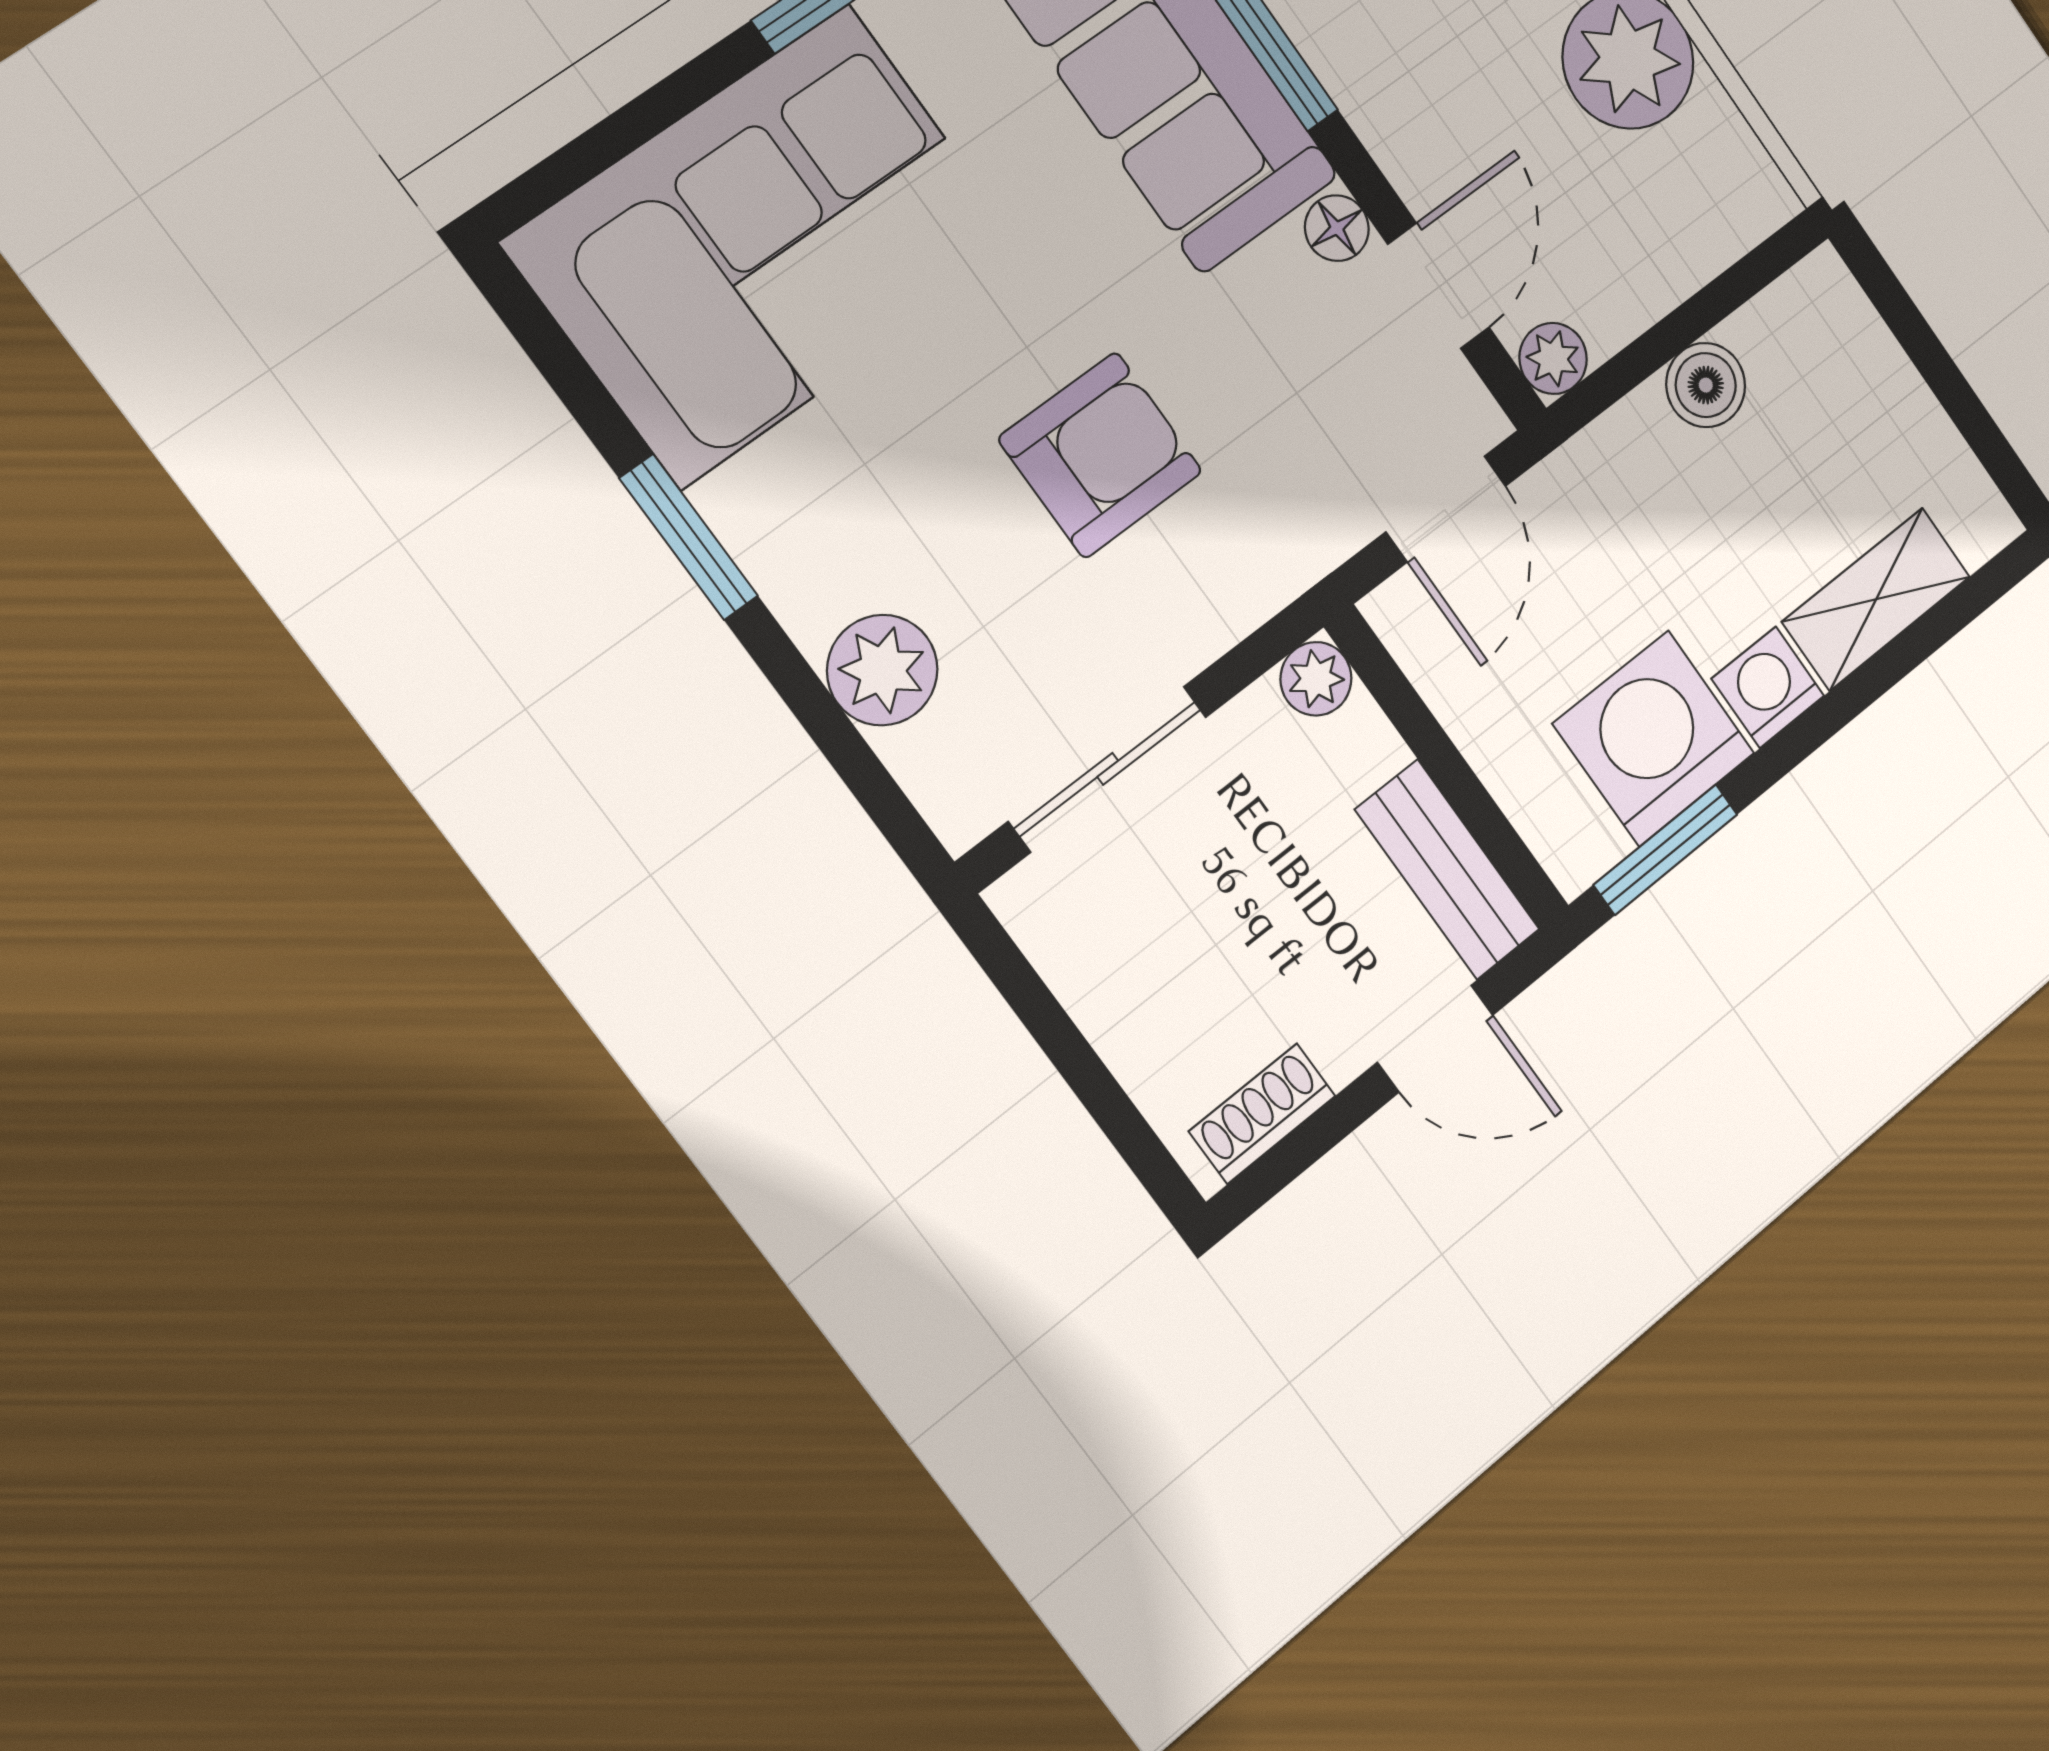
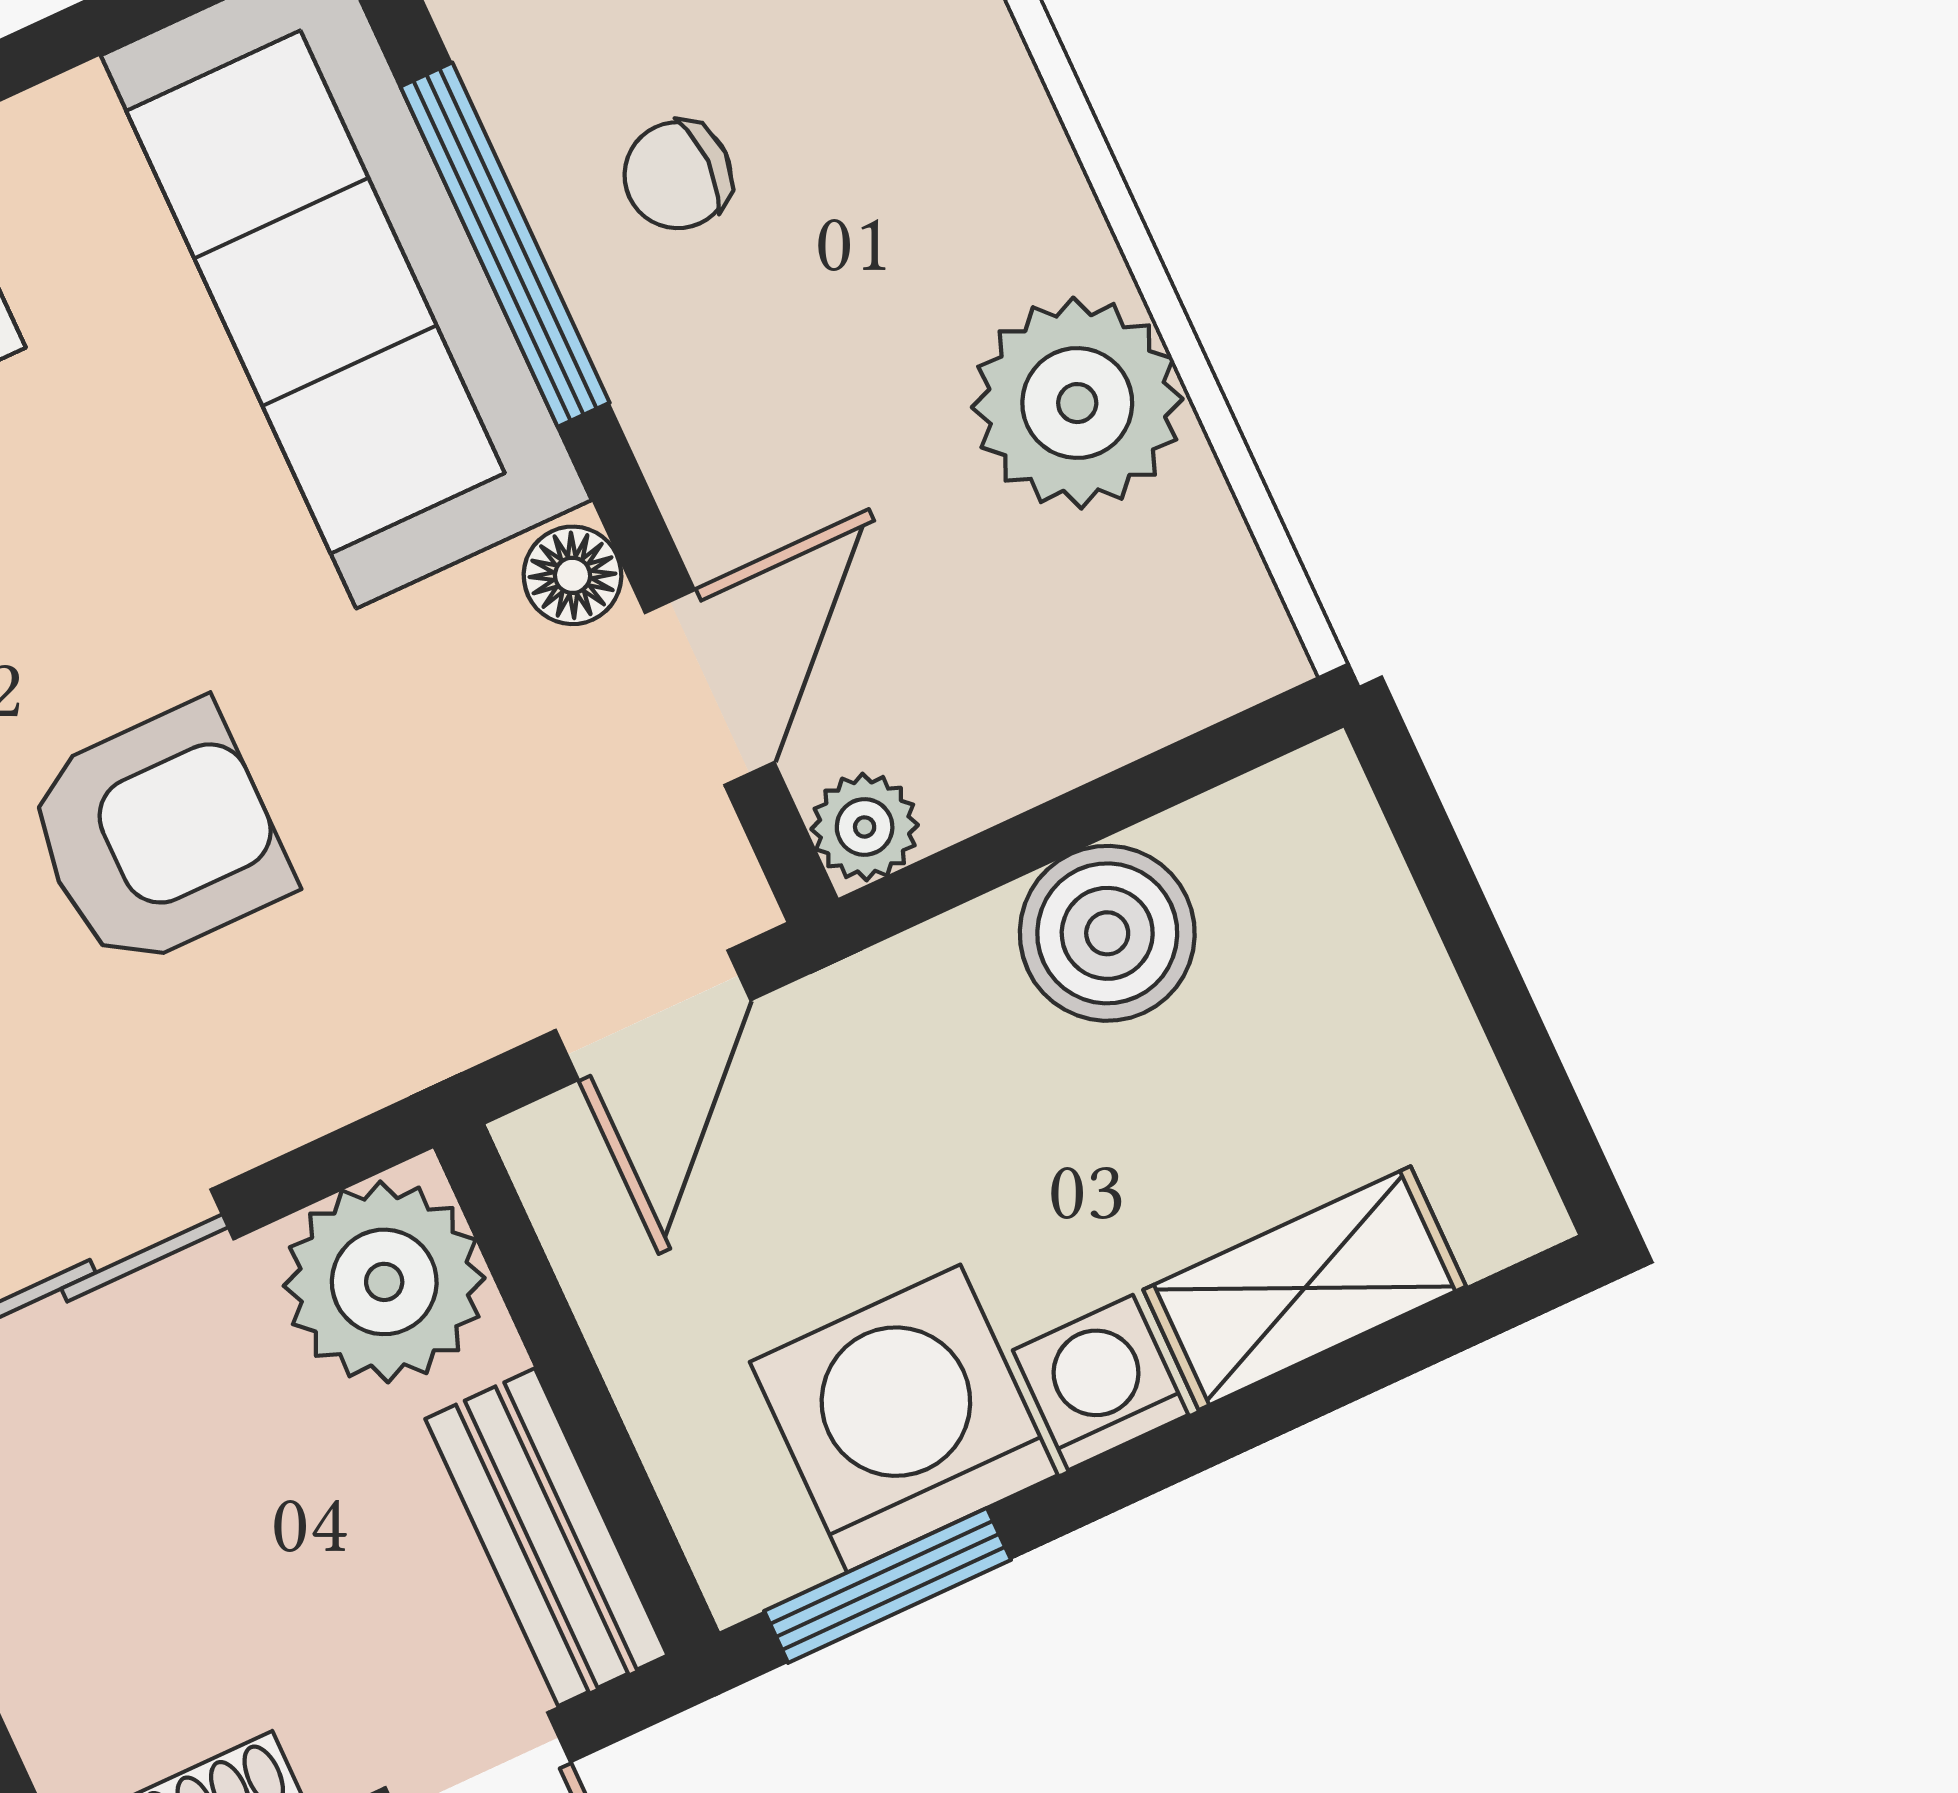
boiler: (1706, 385) -> (1107, 933), width x1.36, depth x1.36
plant: (1316, 679) -> (384, 1282), width x1.87, depth x1.87

